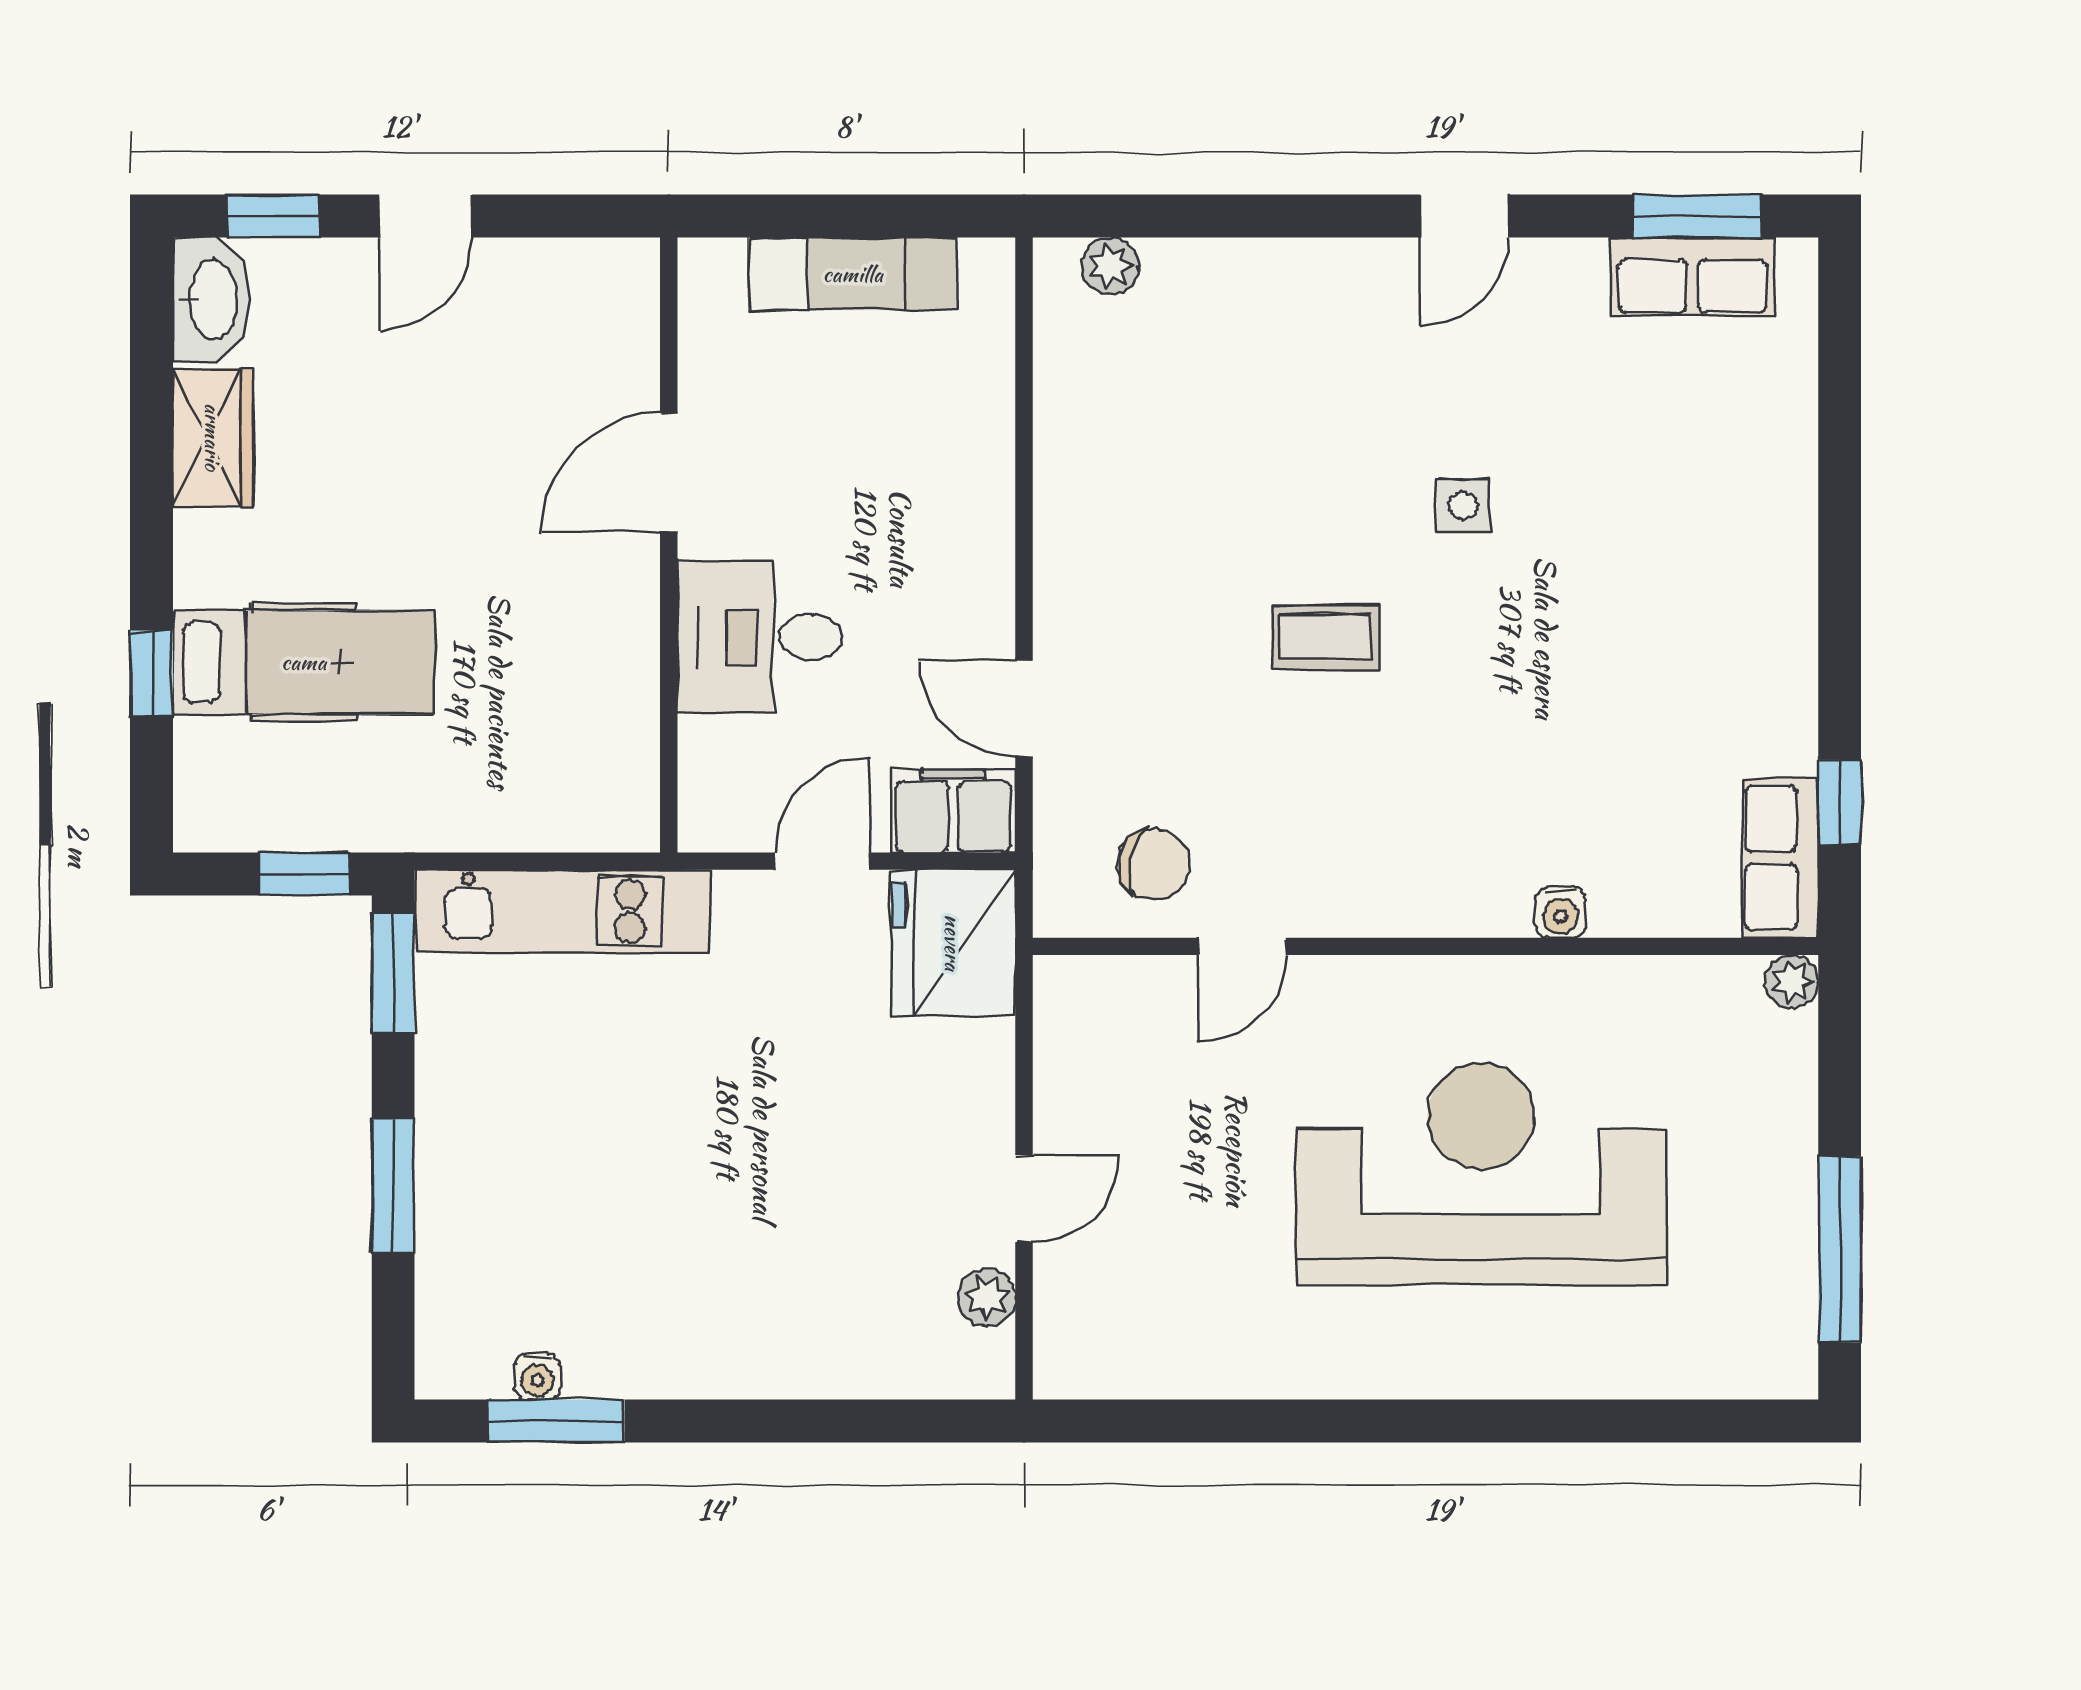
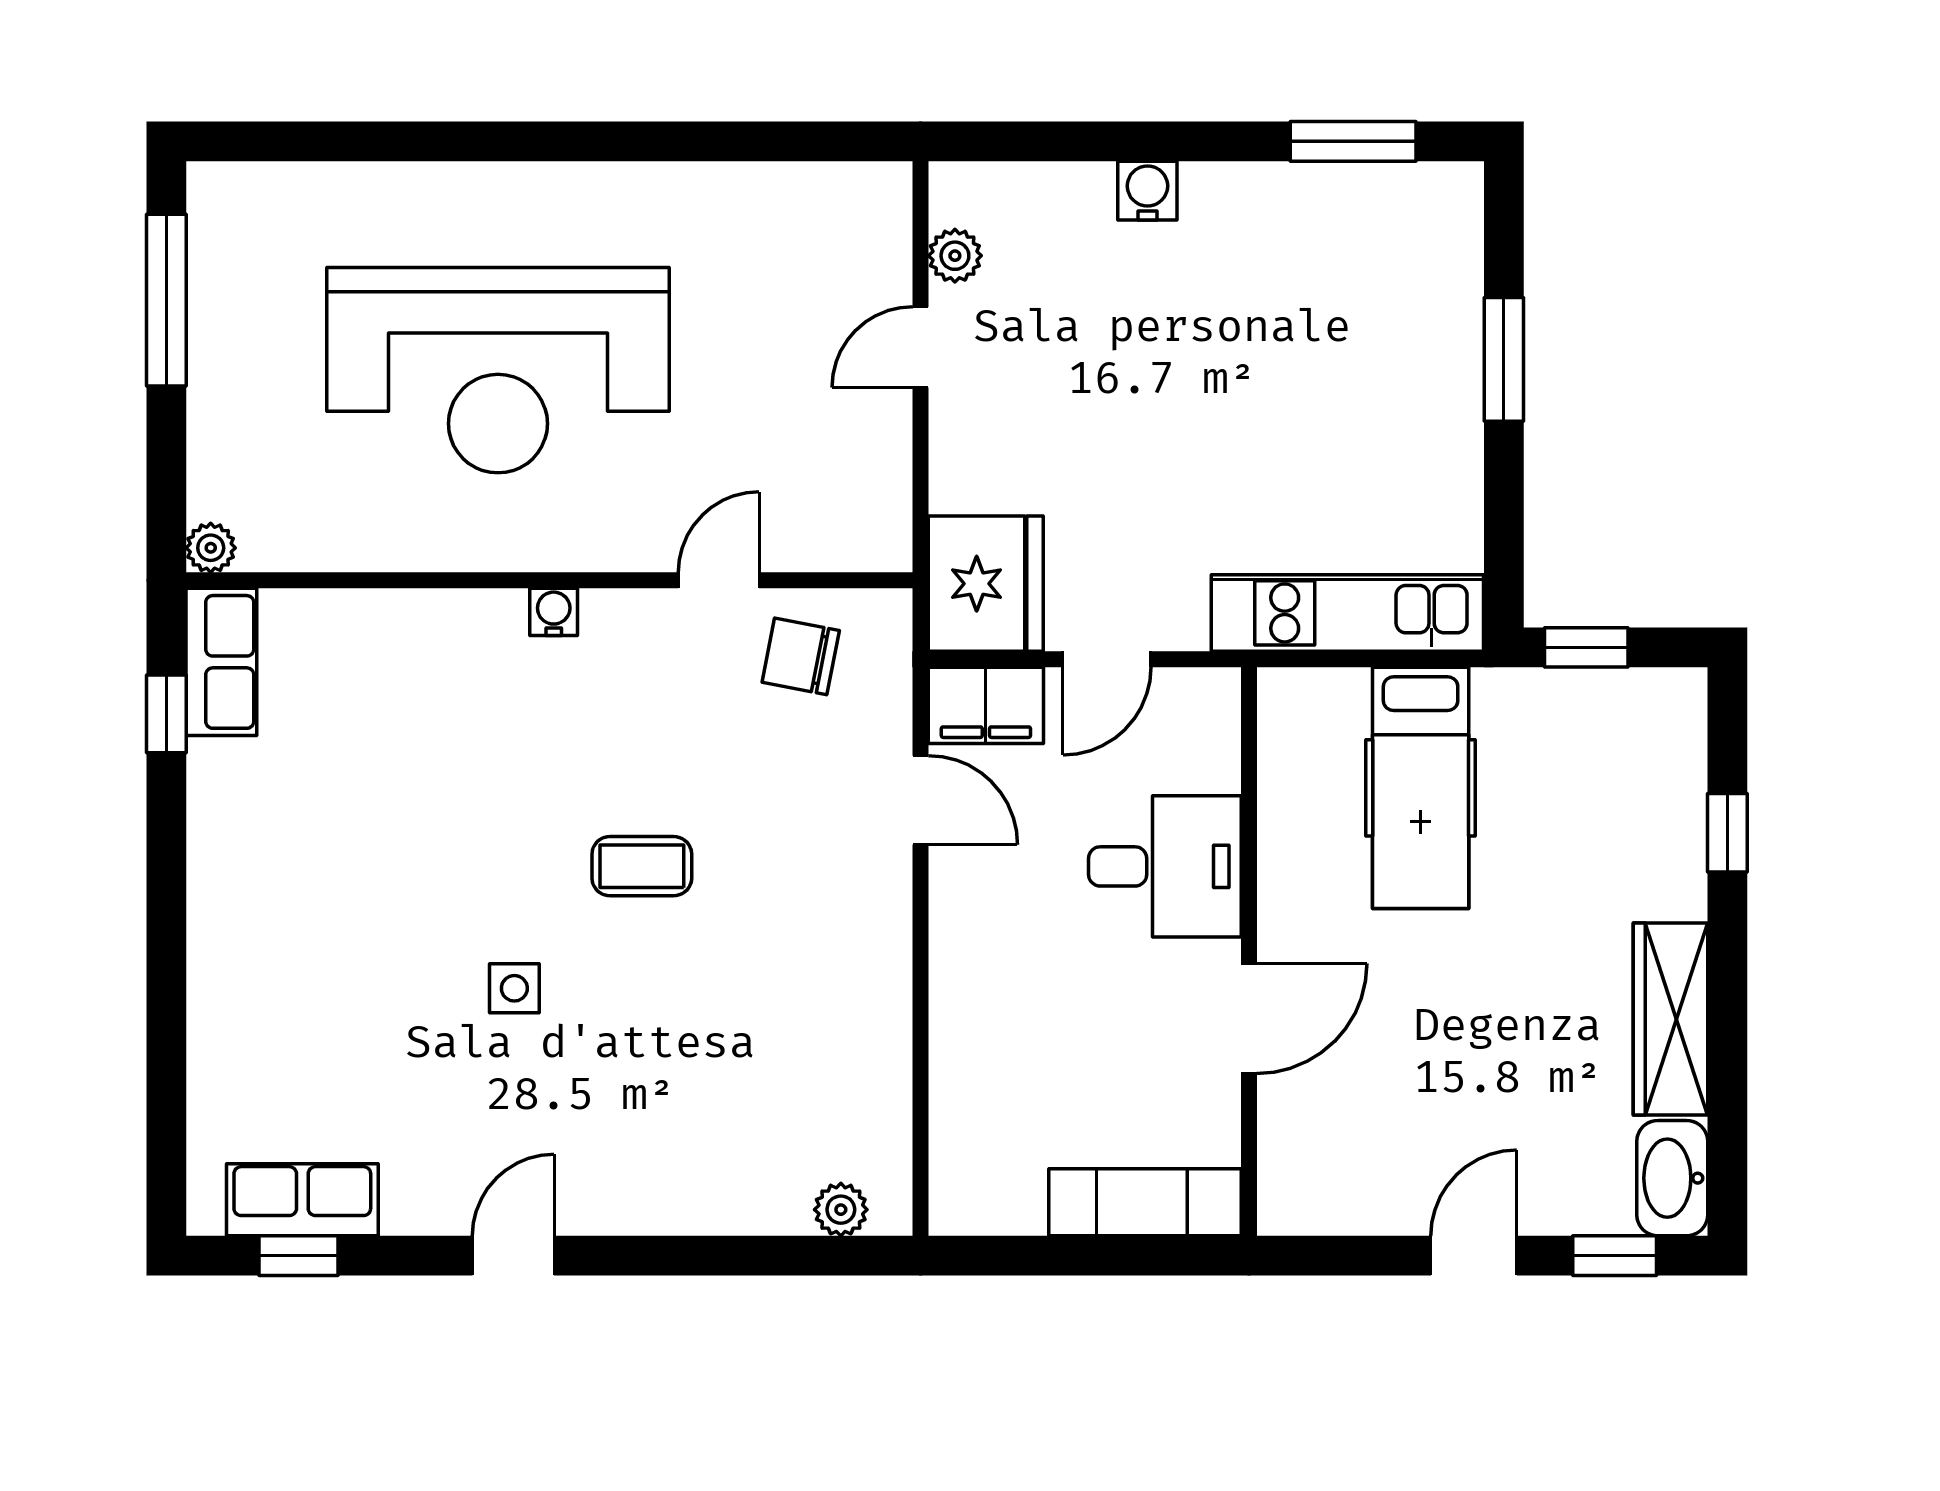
window: (1697, 216) -> (298, 1256), width x0.67
exam couch: (853, 274) -> (1145, 1202), moved
wardrobe: (213, 437) -> (1670, 1019), width x1.50
hospital bed: (304, 662) -> (1421, 788), moved, turned -90
water cooler: (1561, 912) -> (554, 612), moved
window: (393, 973) -> (1504, 556), removed
water cooler: (537, 1377) -> (1147, 191), moved, width x1.38, depth x1.38

